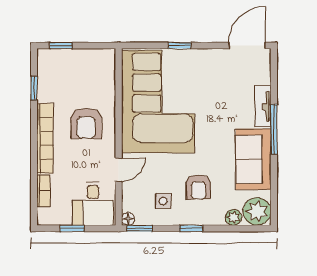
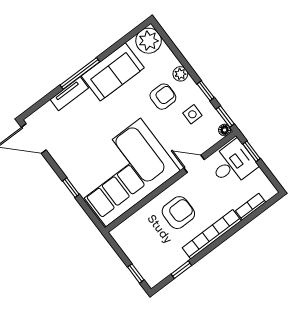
plant: (233, 217) -> (180, 74), moved
window: (72, 228) -> (251, 151), moved
window: (191, 228) -> (206, 91), moved

